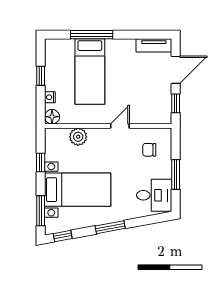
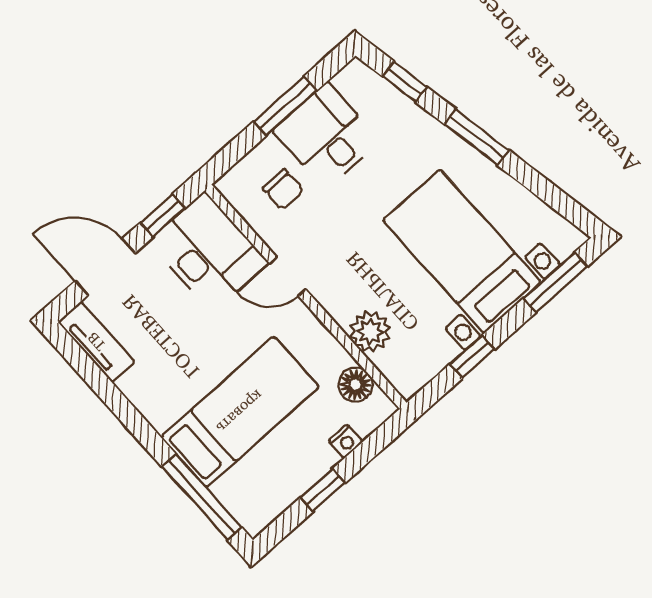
window: (92, 35) -> (202, 497), moved
desk: (150, 108) -> (209, 252), added
floor lamp: (52, 117) -> (355, 385), moved
desk: (154, 195) -> (326, 136), moved
window: (63, 236) -> (405, 82), moved

